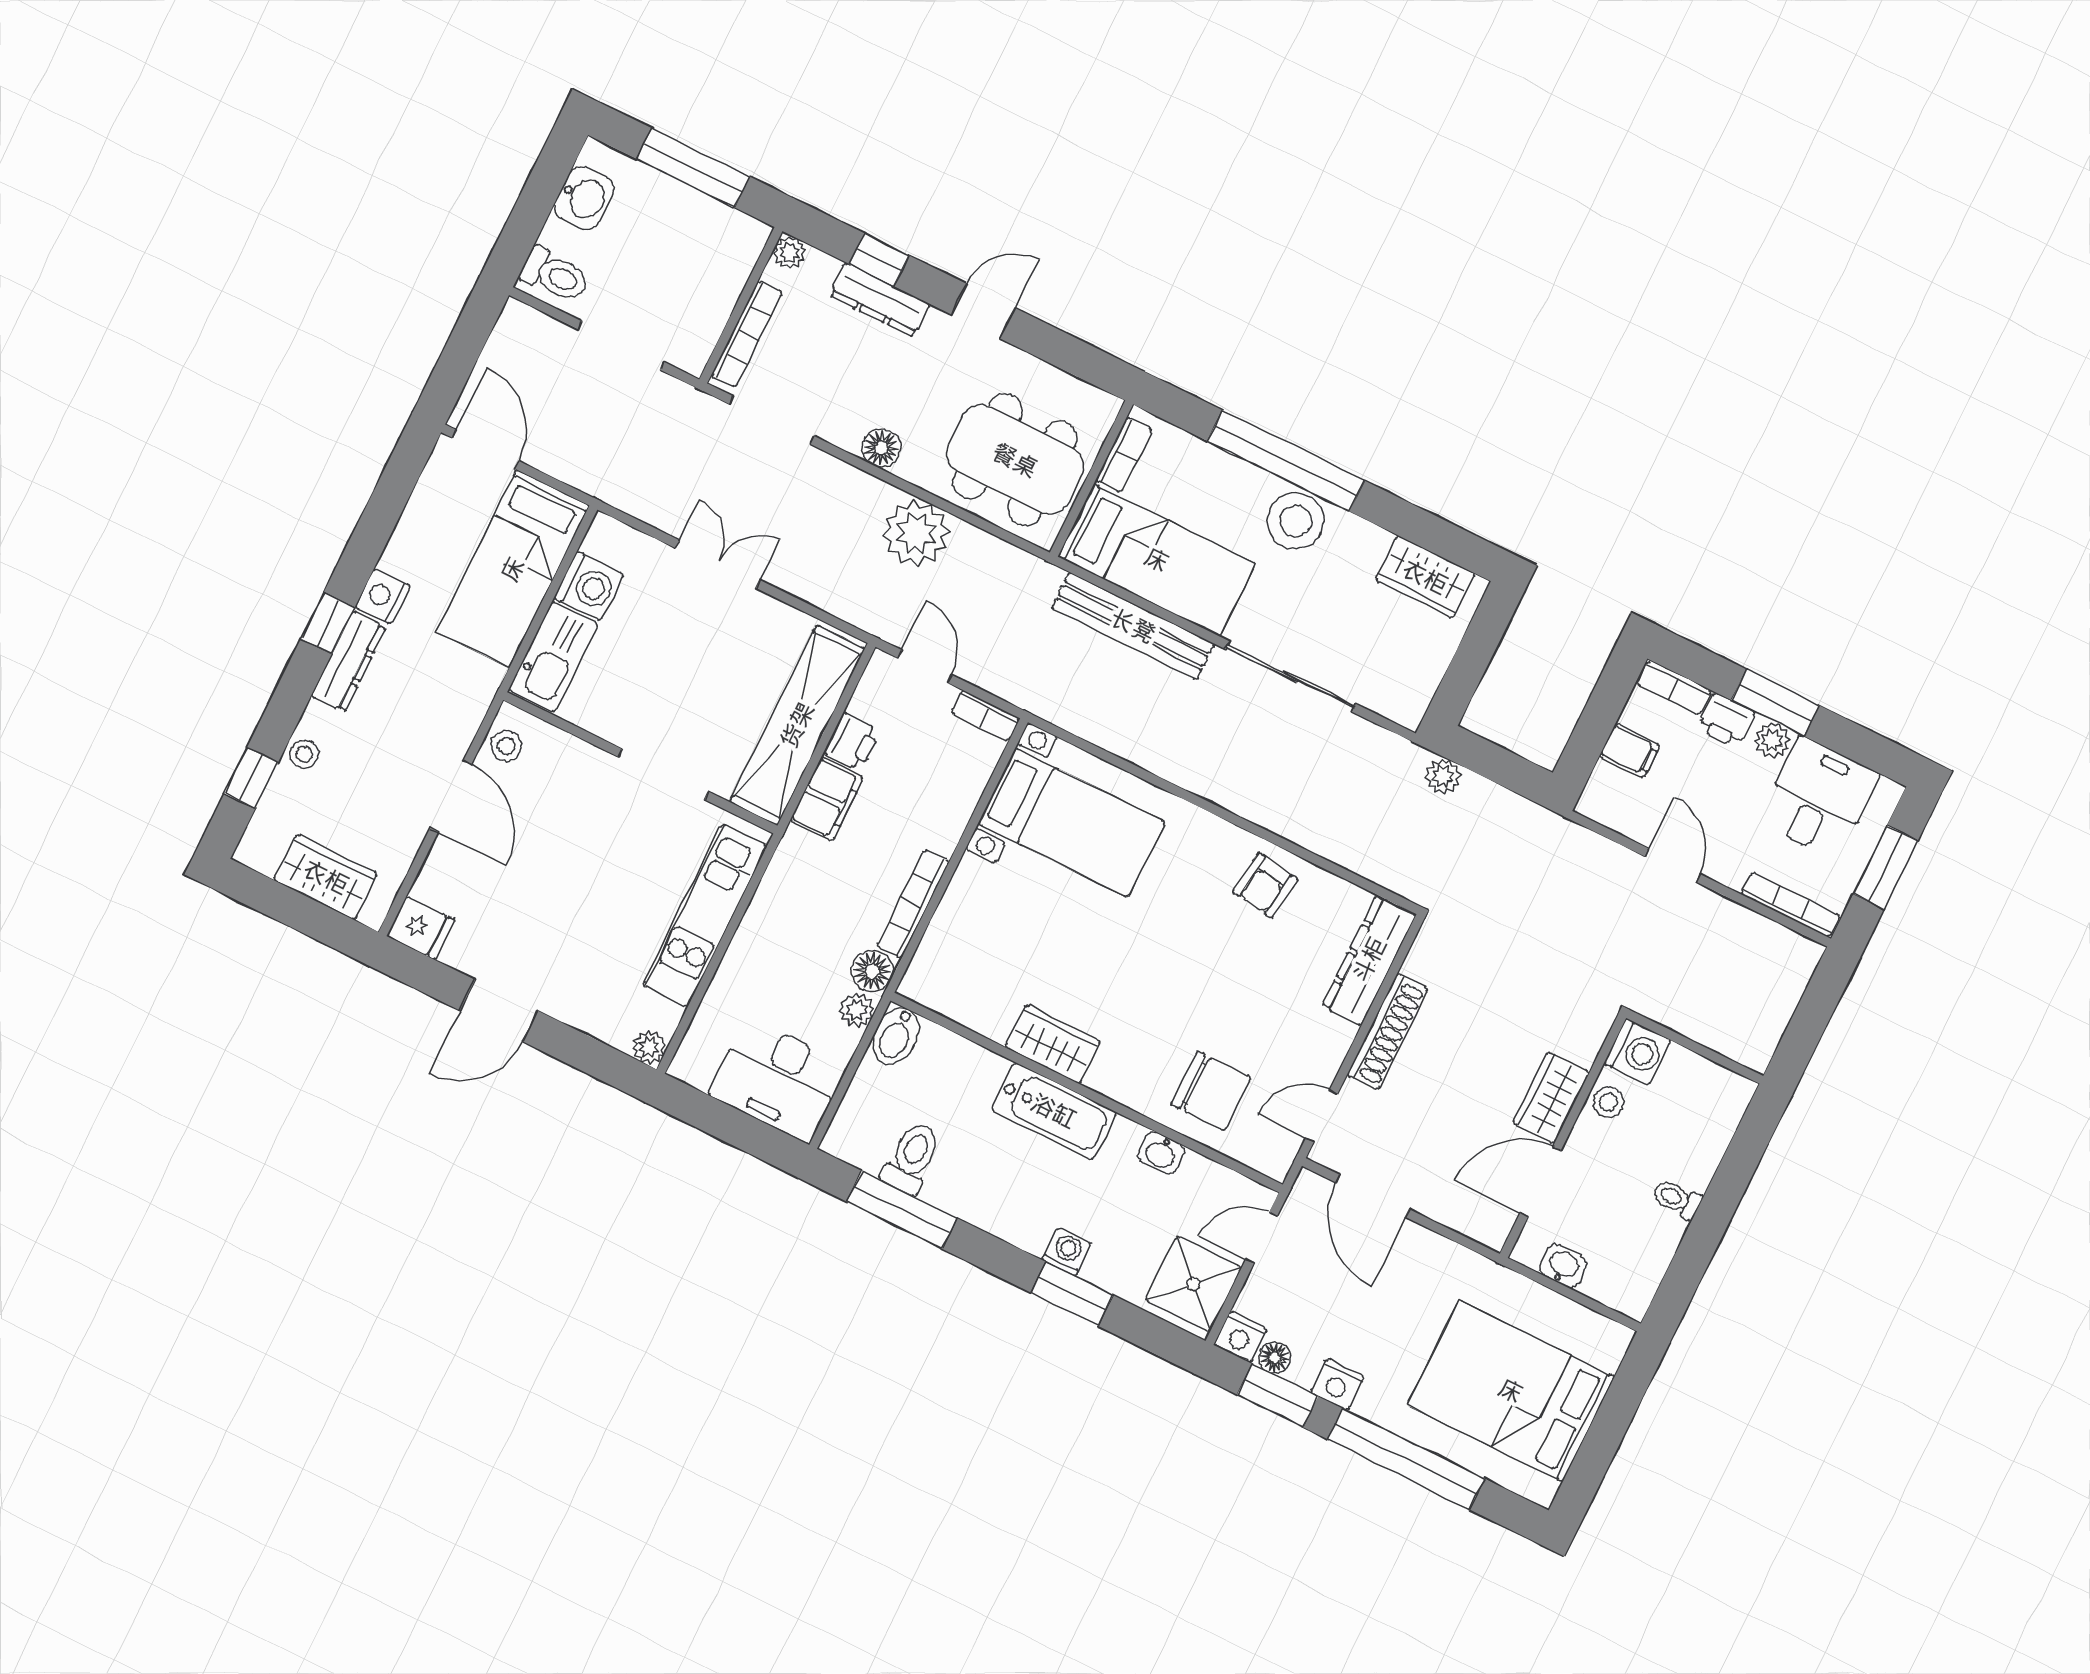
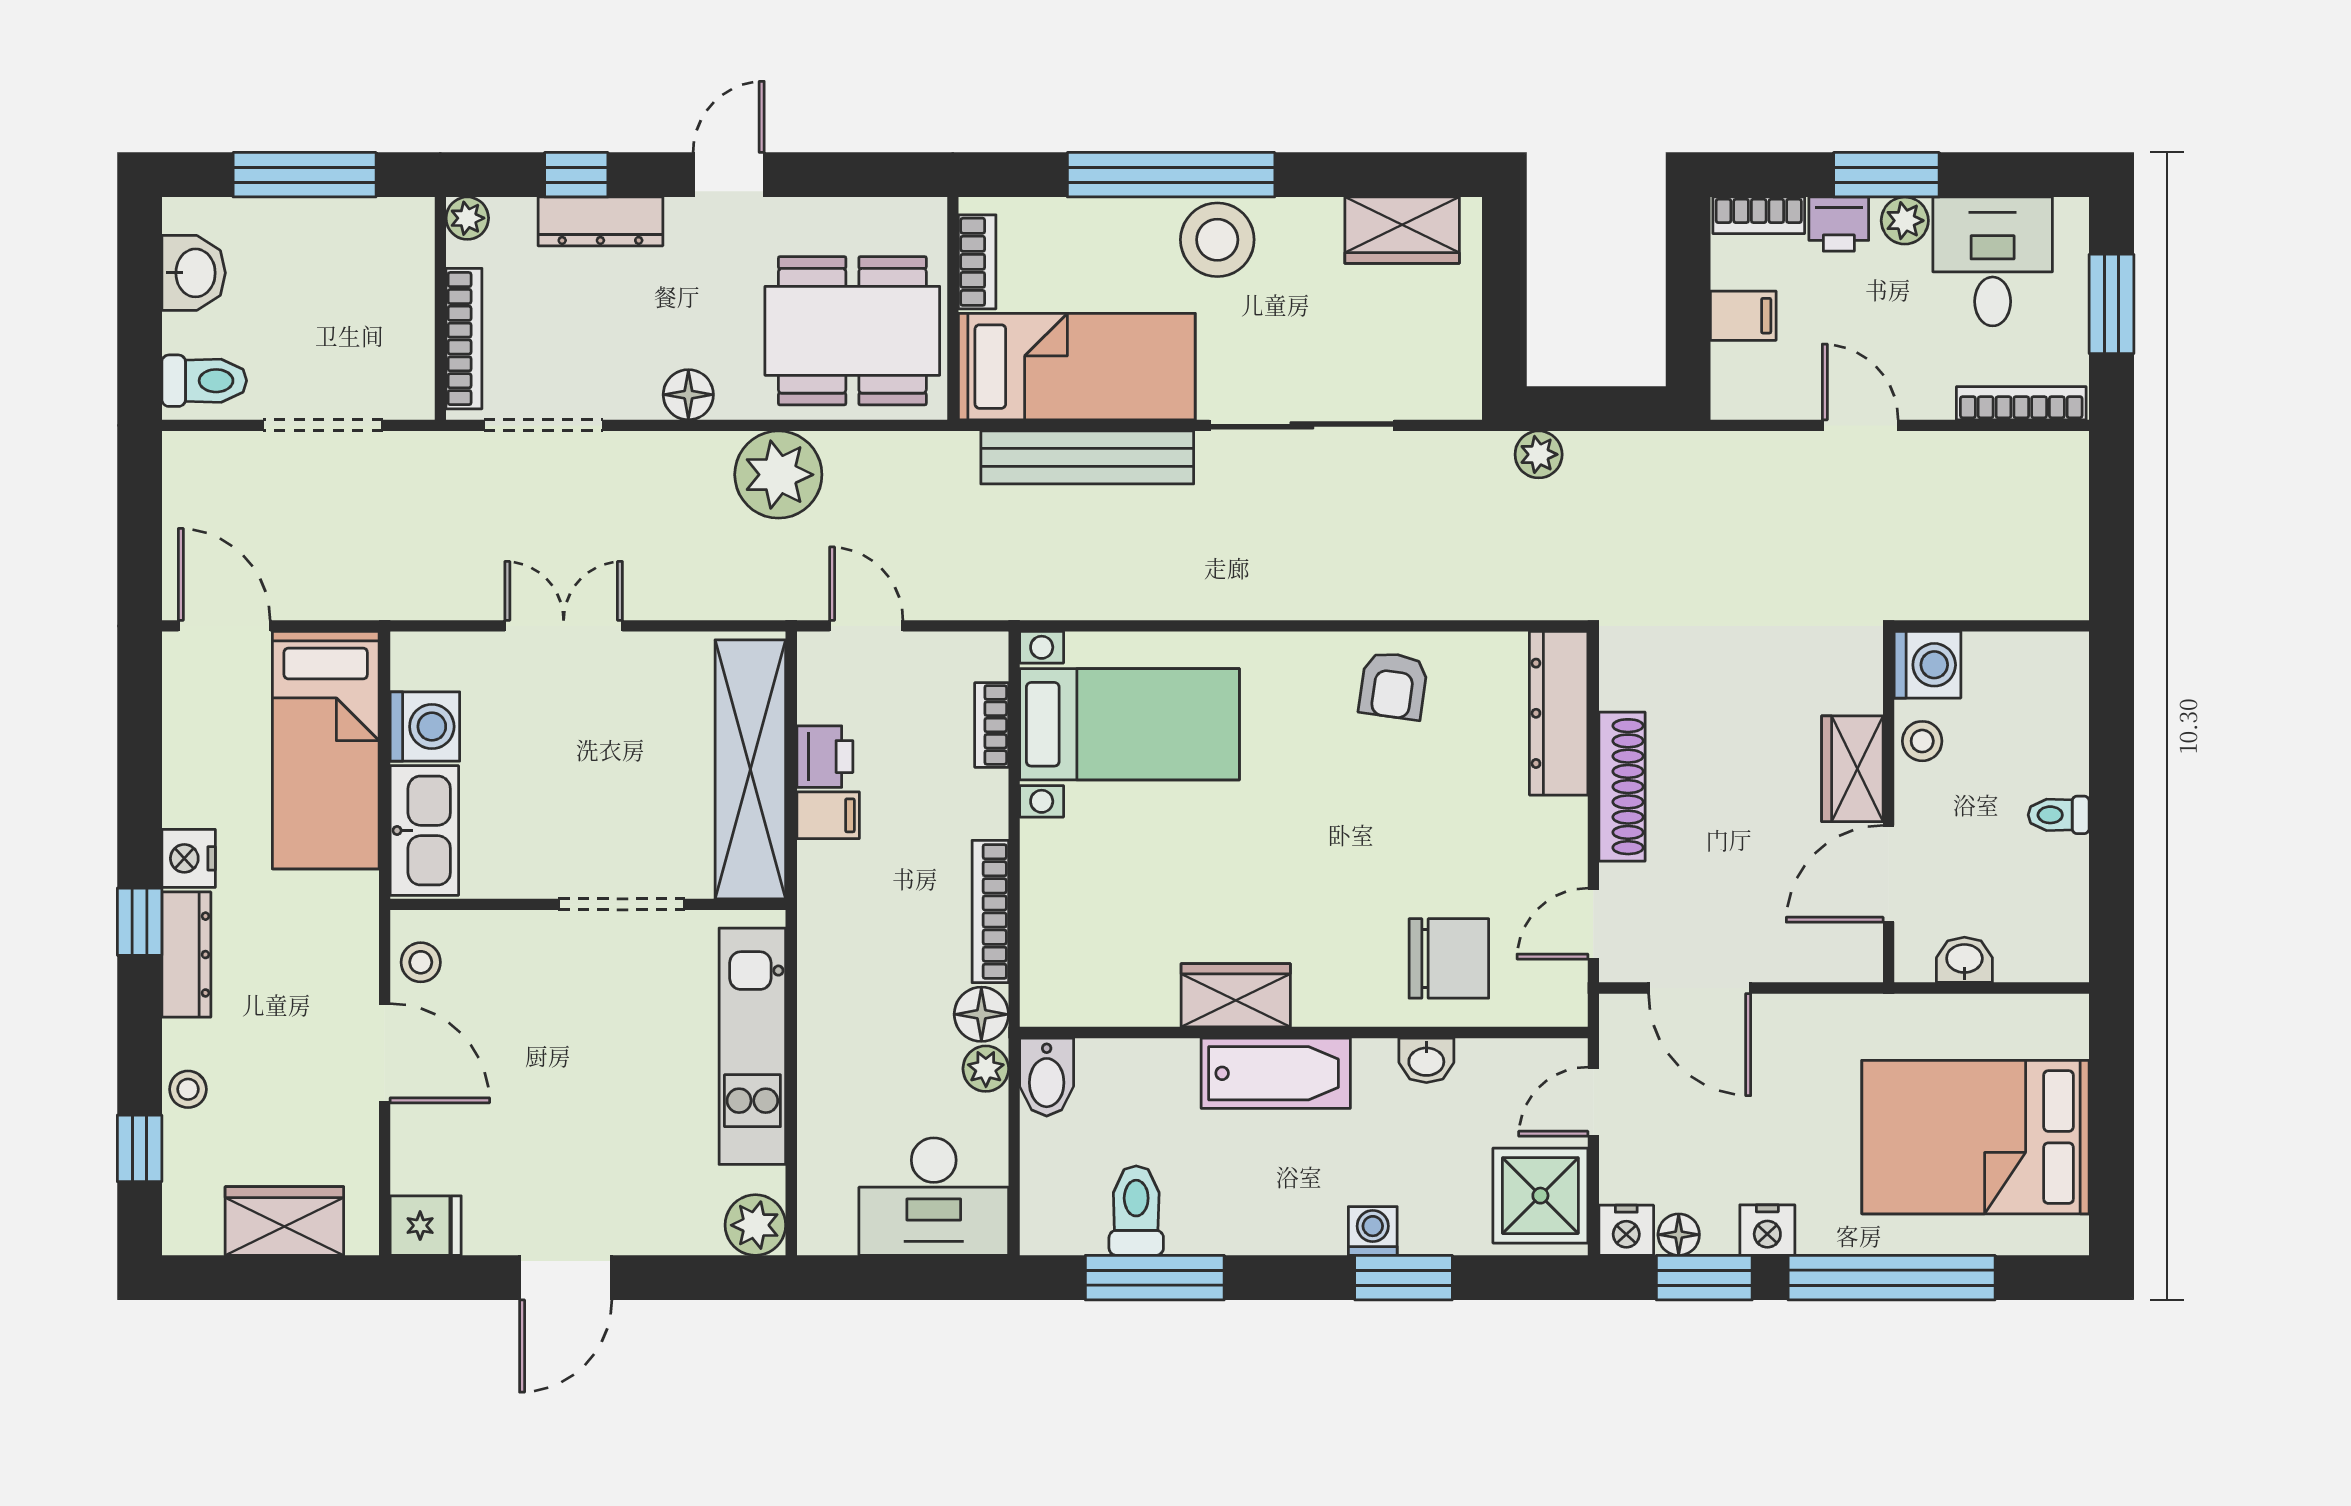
bookcase: (986, 716) -> (992, 725), moved, turned 90
filing cabinet: (827, 799) -> (828, 815), width x0.50
plant: (649, 1047) -> (755, 1225), width x1.38, depth x1.38

